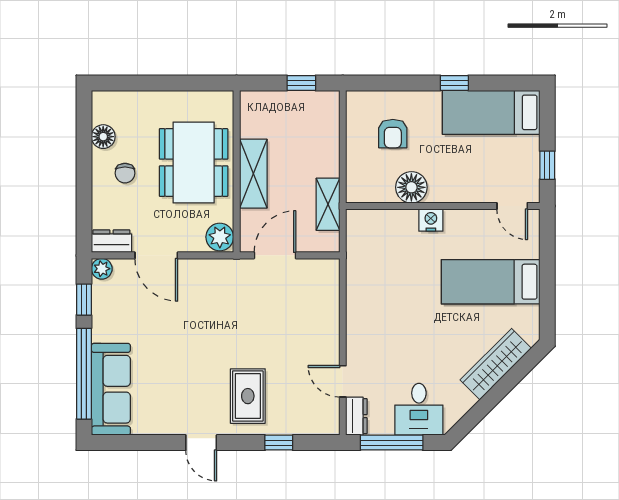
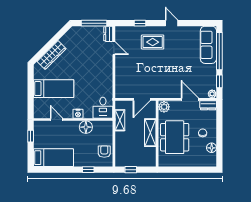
window: (454, 83) -> (88, 170), moved
armchair: (393, 134) -> (104, 152), moved
door: (512, 206) -> (57, 119), moved
rug: (248, 396) -> (153, 42), turned 90
desk: (419, 409) -> (103, 108), moved, turned 180

